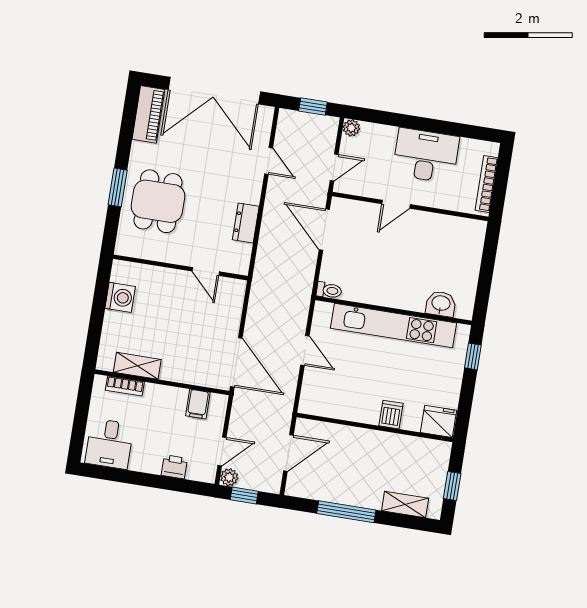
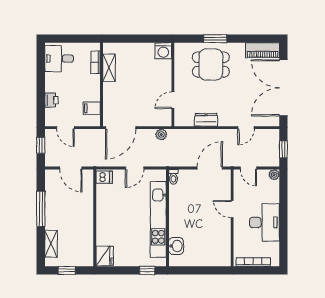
washing machine: (120, 297) -> (163, 51), moved
dishwasher: (391, 415) -> (104, 177), moved
plant: (229, 477) -> (161, 134), moved

